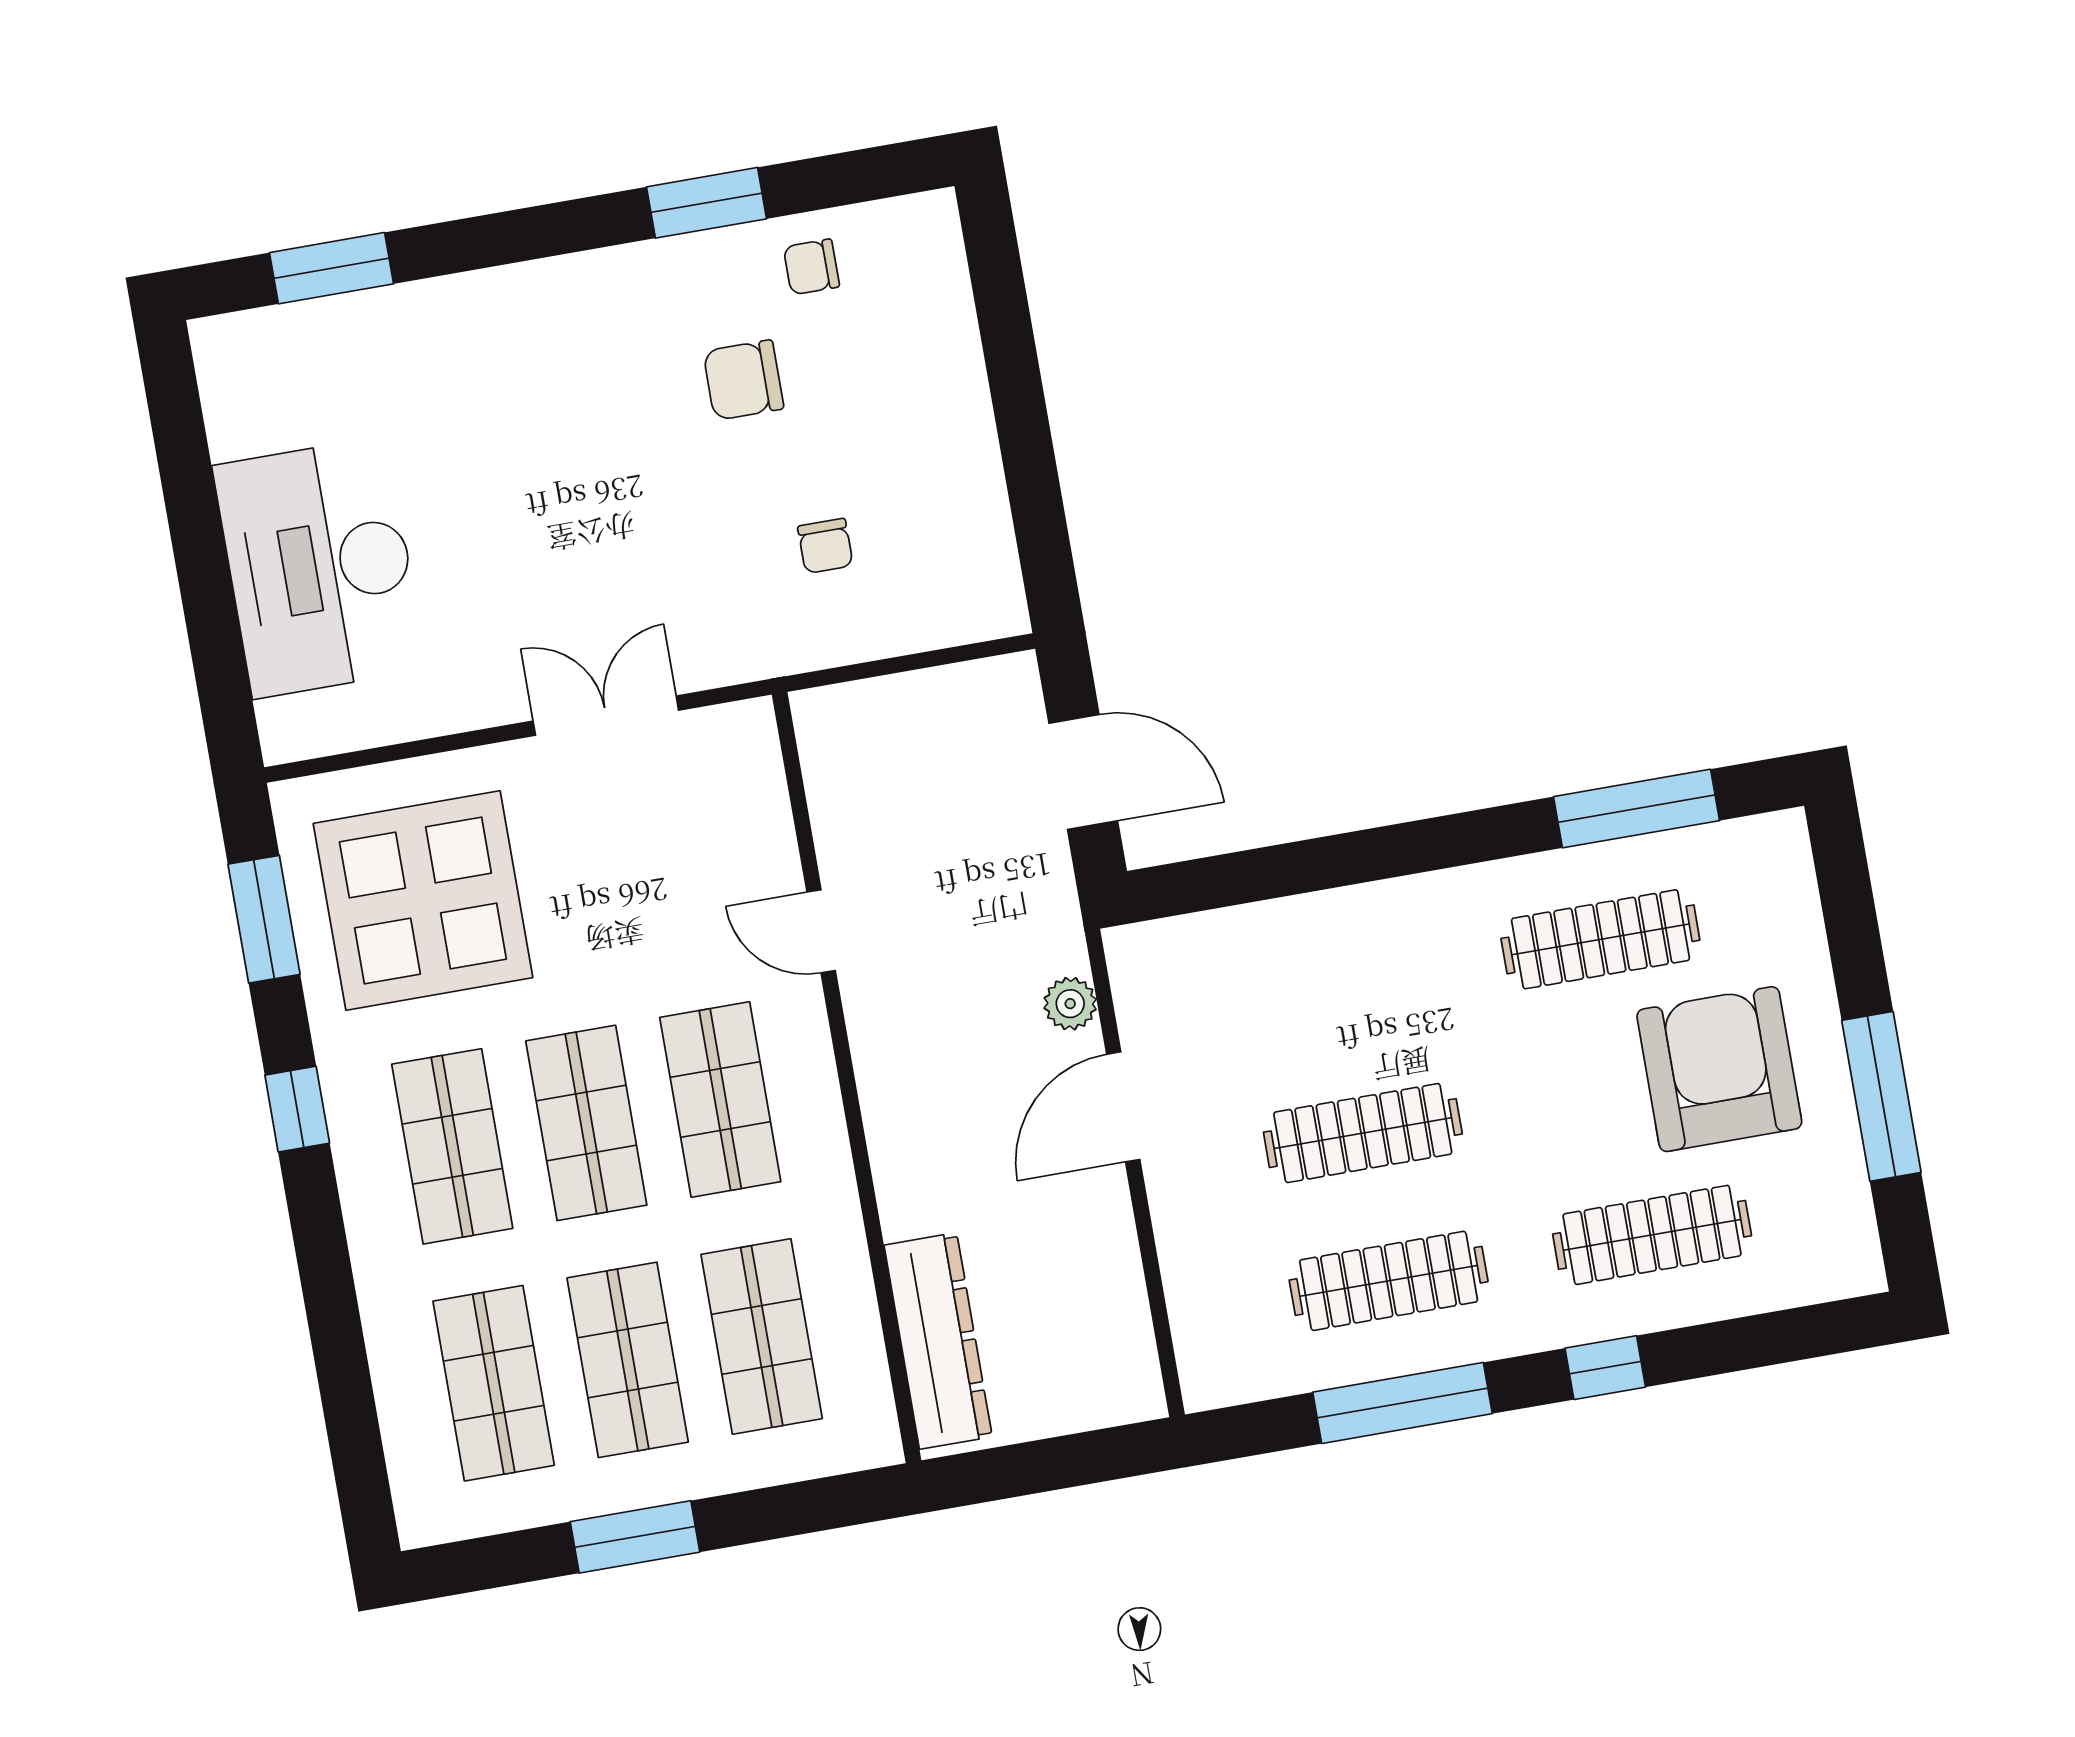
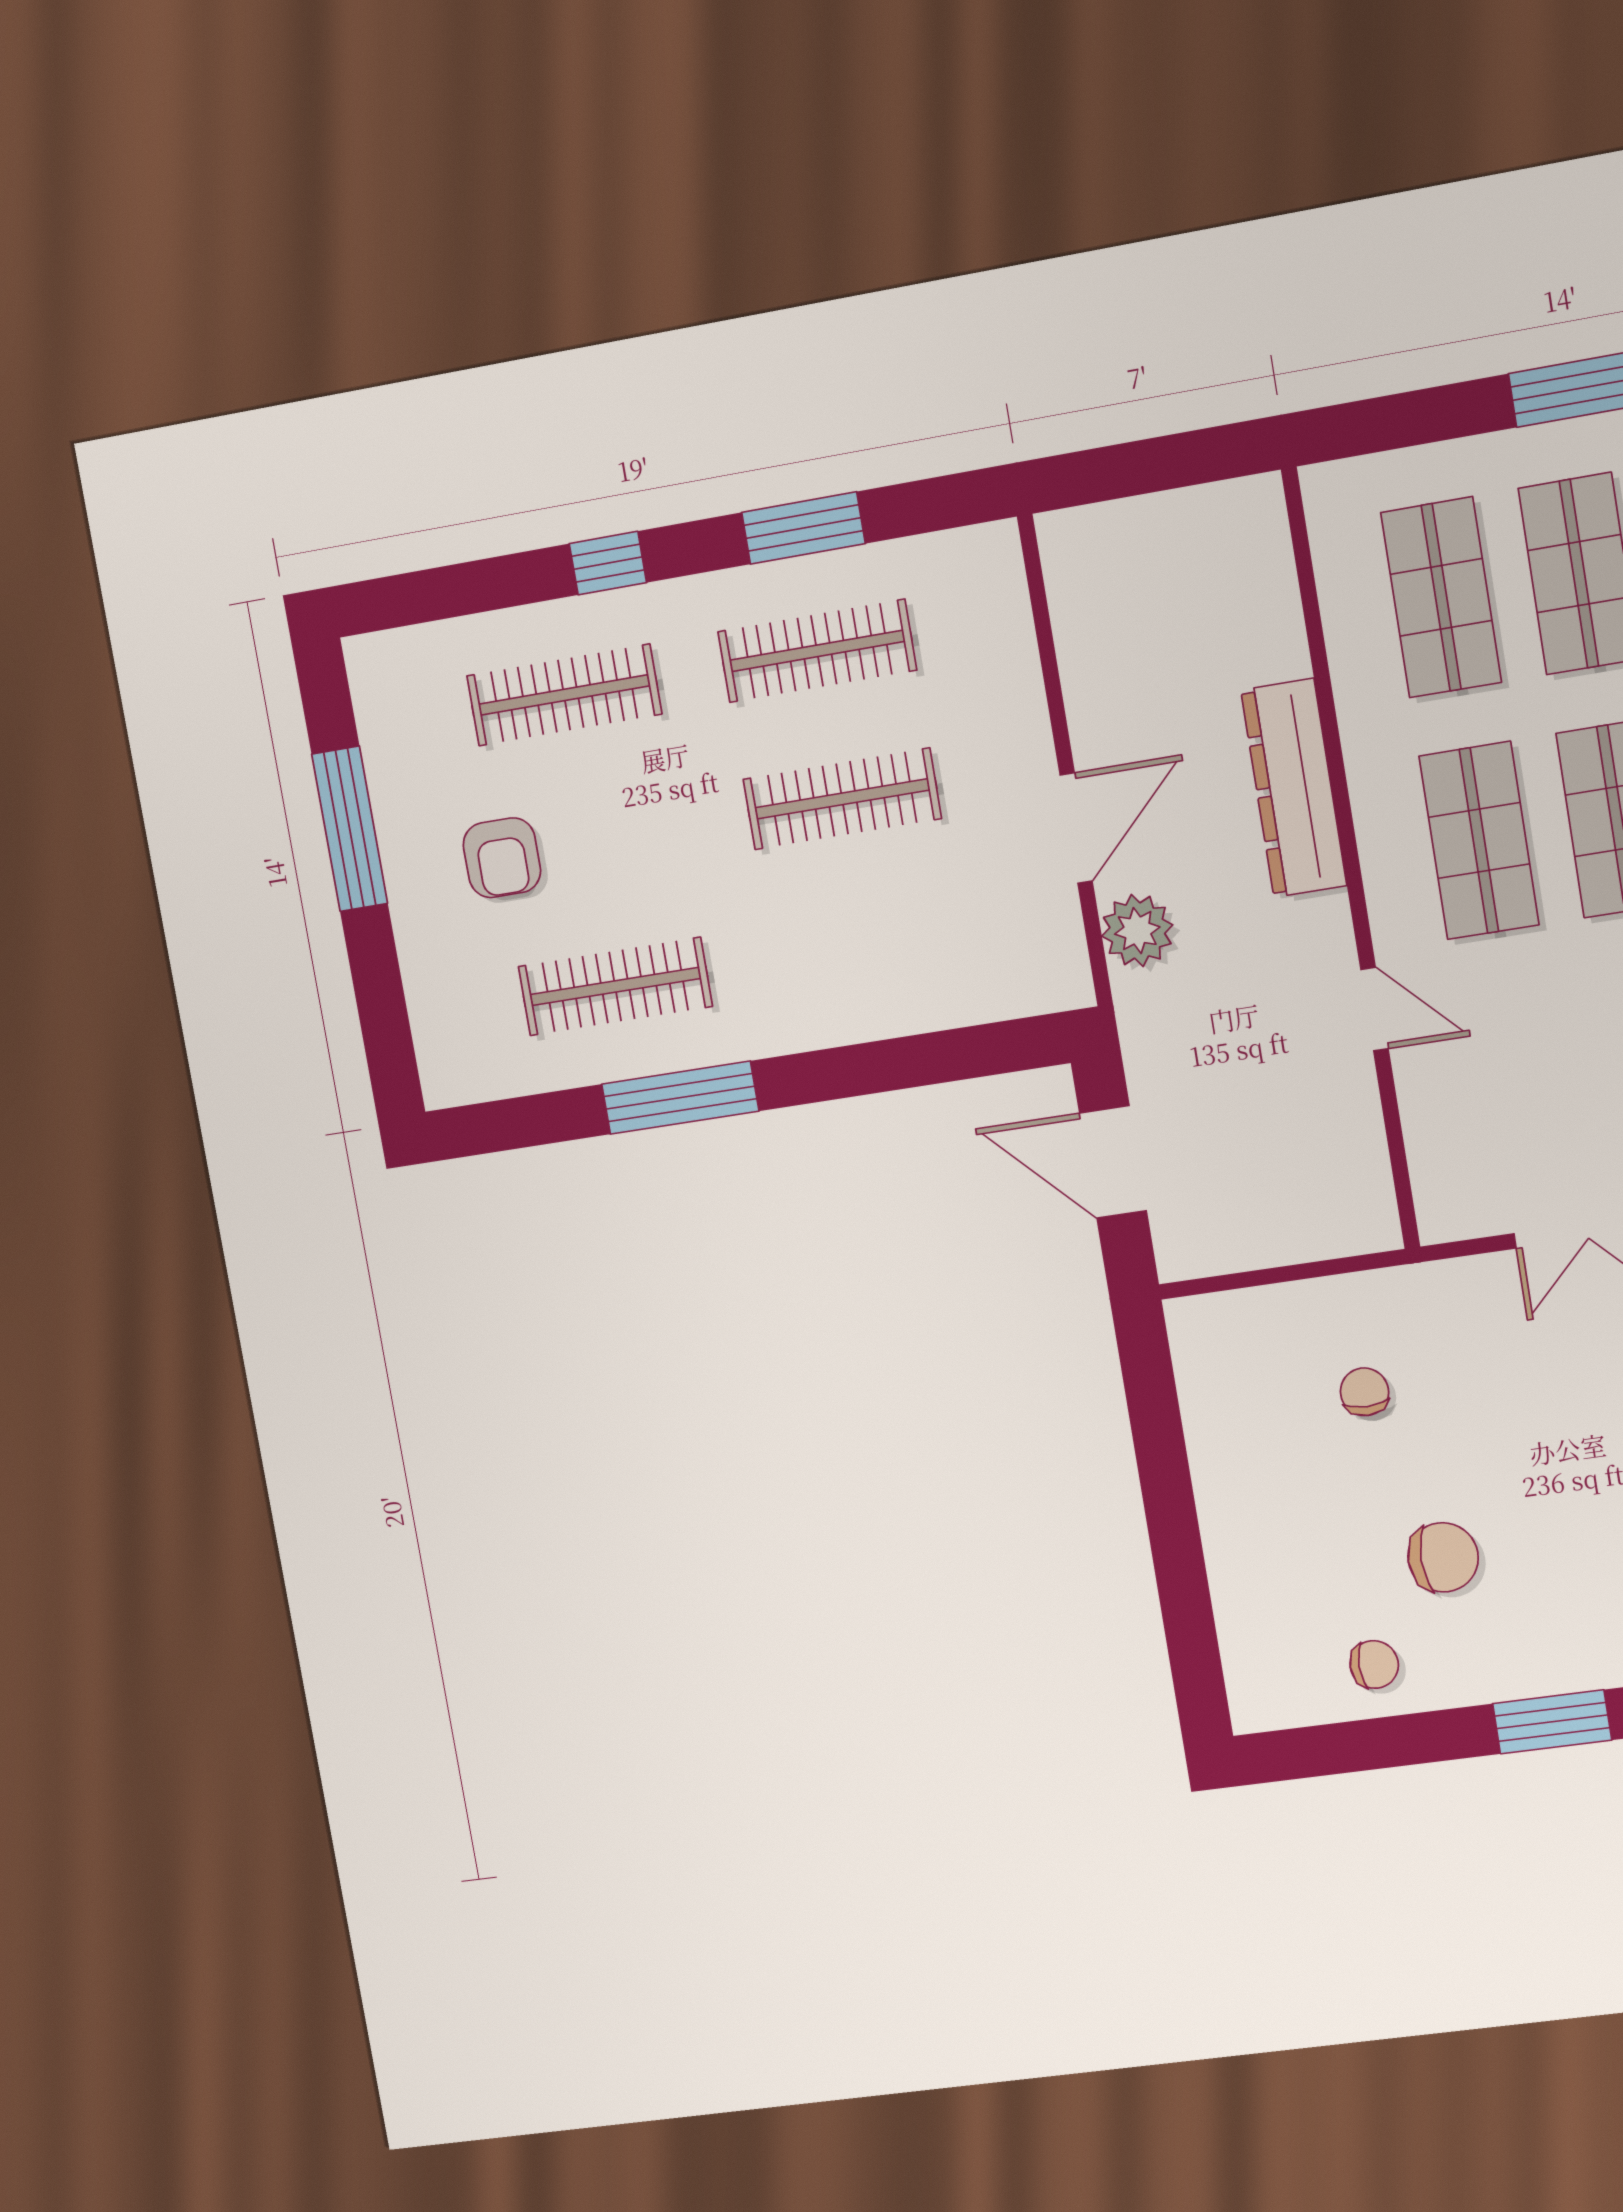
window: (706, 203) -> (1552, 1722), moved
window: (1636, 809) -> (680, 1098), moved
plant: (1070, 1004) -> (1137, 931), width x1.38, depth x1.38
armchair: (1719, 1069) -> (502, 858), width x0.53, depth x0.53
dresser: (938, 1341) -> (1294, 788), moved
window: (1402, 1403) -> (803, 528), width x0.69

